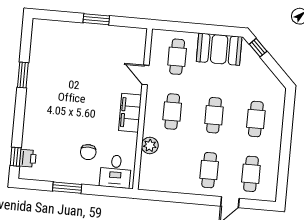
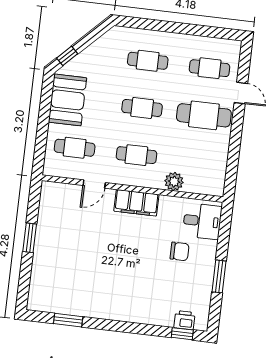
window: (23, 75) -> (68, 320), moved
cafe table: (209, 170) -> (204, 115), width x1.37, depth x1.35

